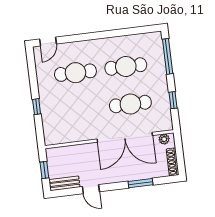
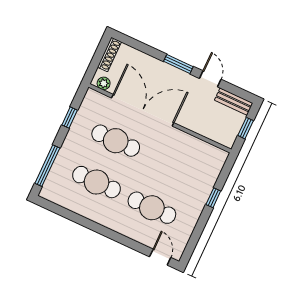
door: (48, 42) -> (160, 257), hinge flipped
window: (140, 183) -> (178, 64), moved

